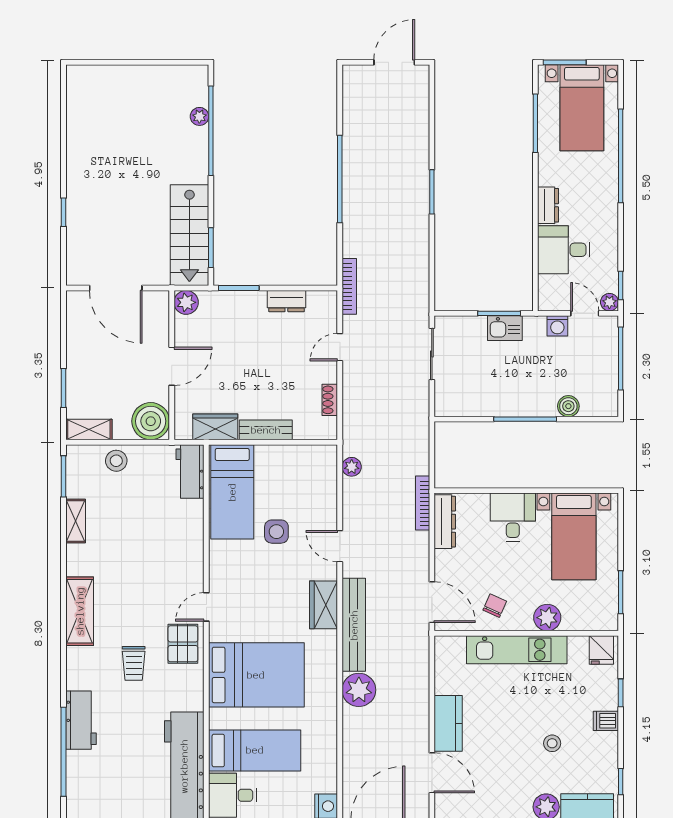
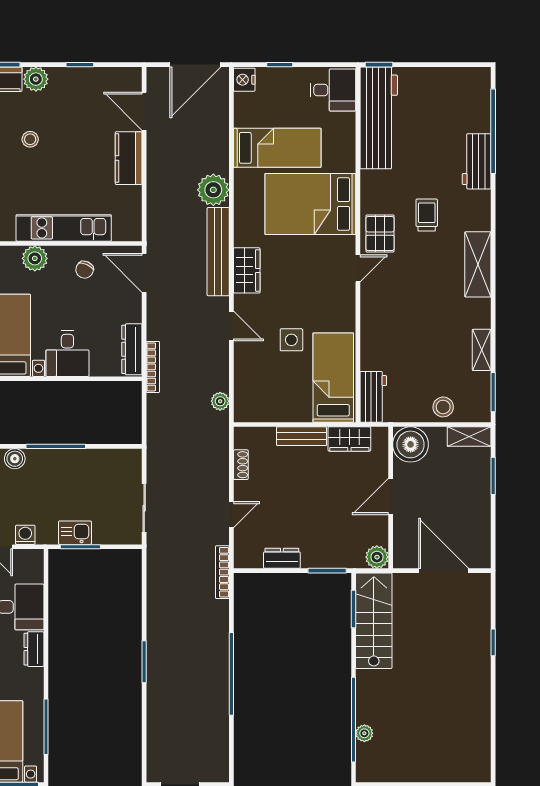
bed: (255, 750) -> (277, 148), moved, turned 180

